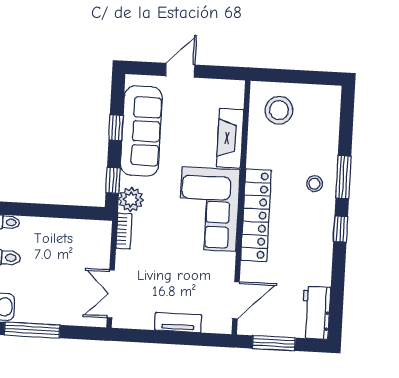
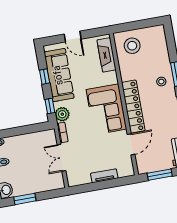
door: (180, 70) -> (73, 37), swing flipped
fireplace: (230, 138) -> (107, 55), moved
double door: (111, 294) -> (61, 158), moved
door: (236, 300) -> (131, 144), moved
window: (32, 330) -> (25, 199), width x0.69

